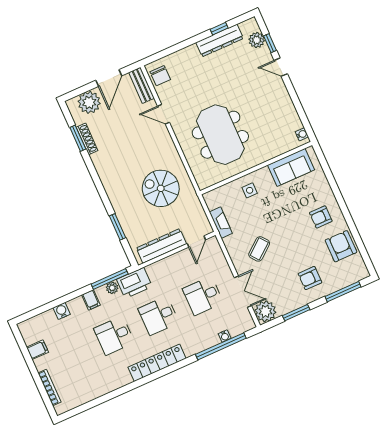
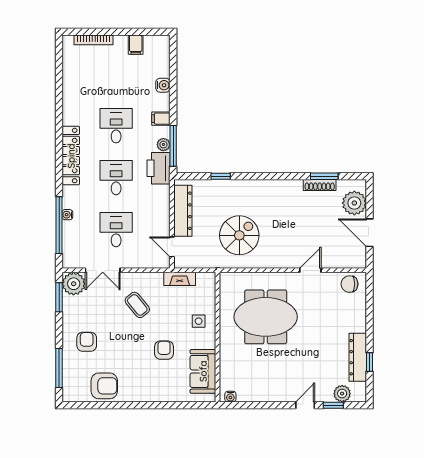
bench: (141, 85) -> (348, 261), removed
armchair: (321, 217) -> (164, 350), moved
window: (117, 227) -> (221, 176), width x0.67
window: (296, 313) -> (59, 297), moved
water cooler: (225, 336) -> (67, 215), moved

